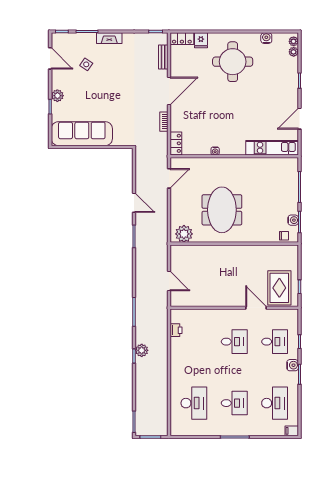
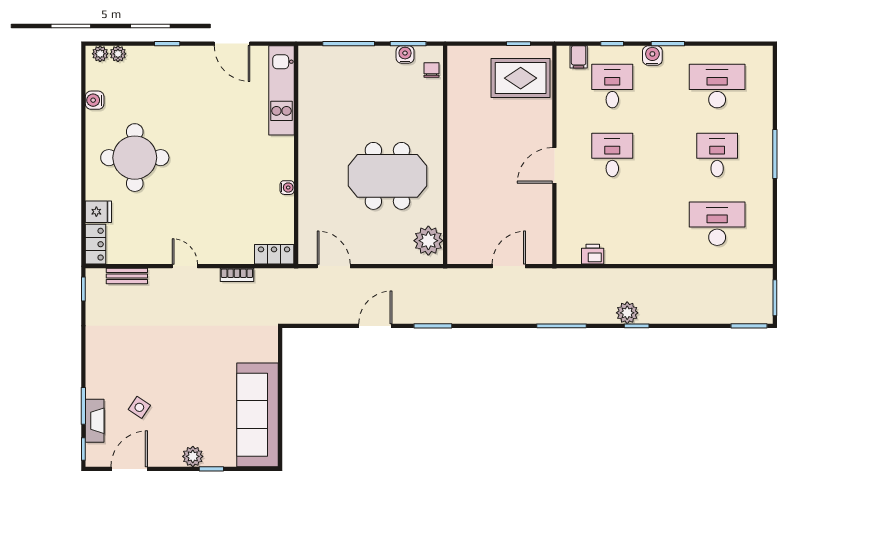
fireplace: (109, 38) -> (95, 421), moved
door: (169, 91) -> (185, 266), width x0.53
door: (256, 308) -> (554, 165), moved
filing cabinet: (292, 431) -> (579, 57), moved

